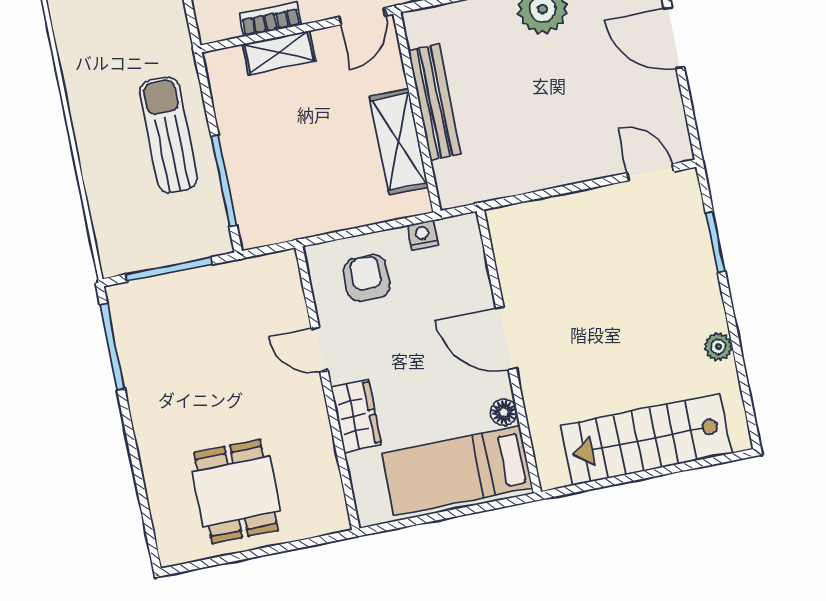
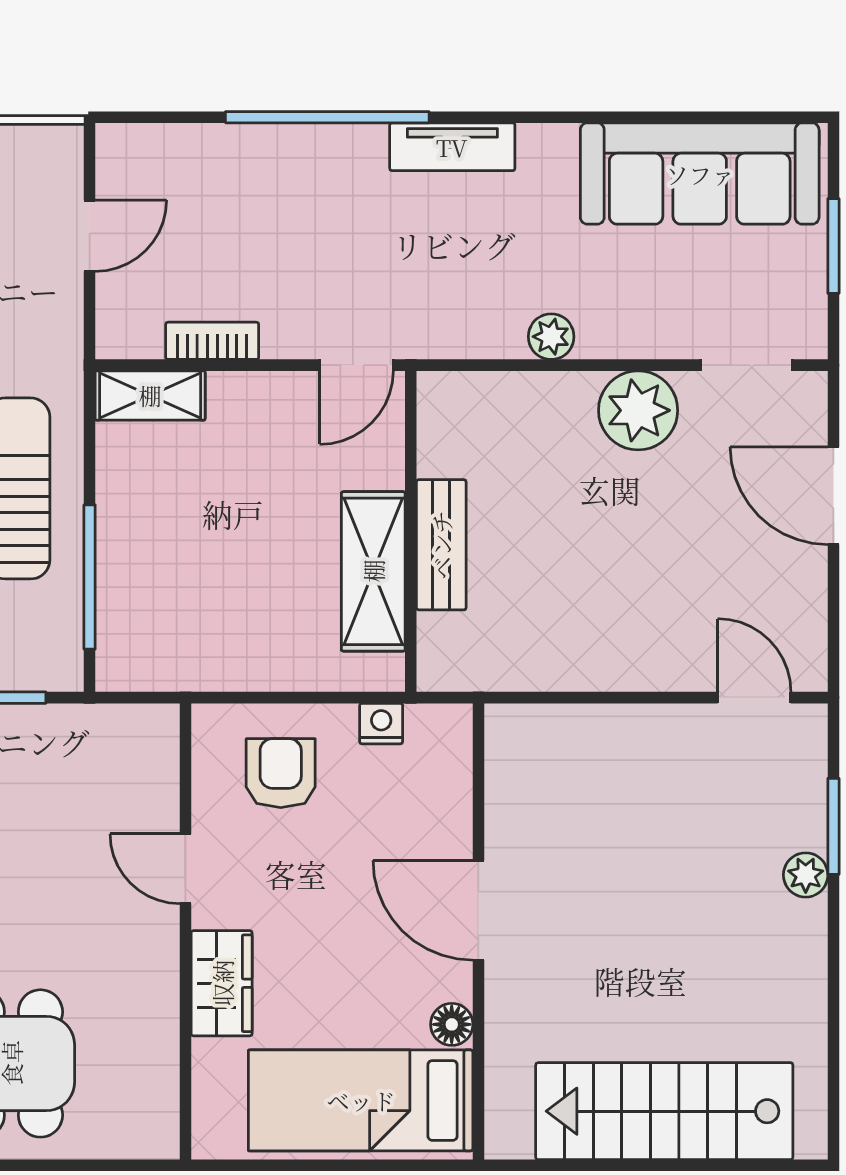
shelving: (279, 53) -> (150, 395), moved
bench: (435, 102) -> (441, 545), width x0.73
plant: (718, 347) -> (806, 875), moved

